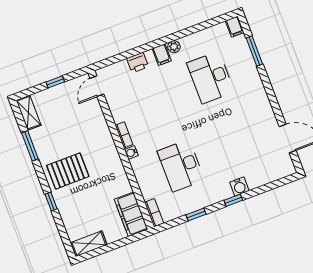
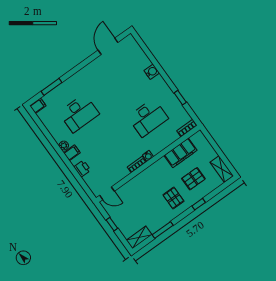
pallet: (68, 171) -> (173, 198), width x0.67, depth x0.71
window: (233, 200) -> (163, 74), removed
pallet: (86, 204) -> (193, 179), added
filing cabinet: (131, 214) -> (181, 153), moved

